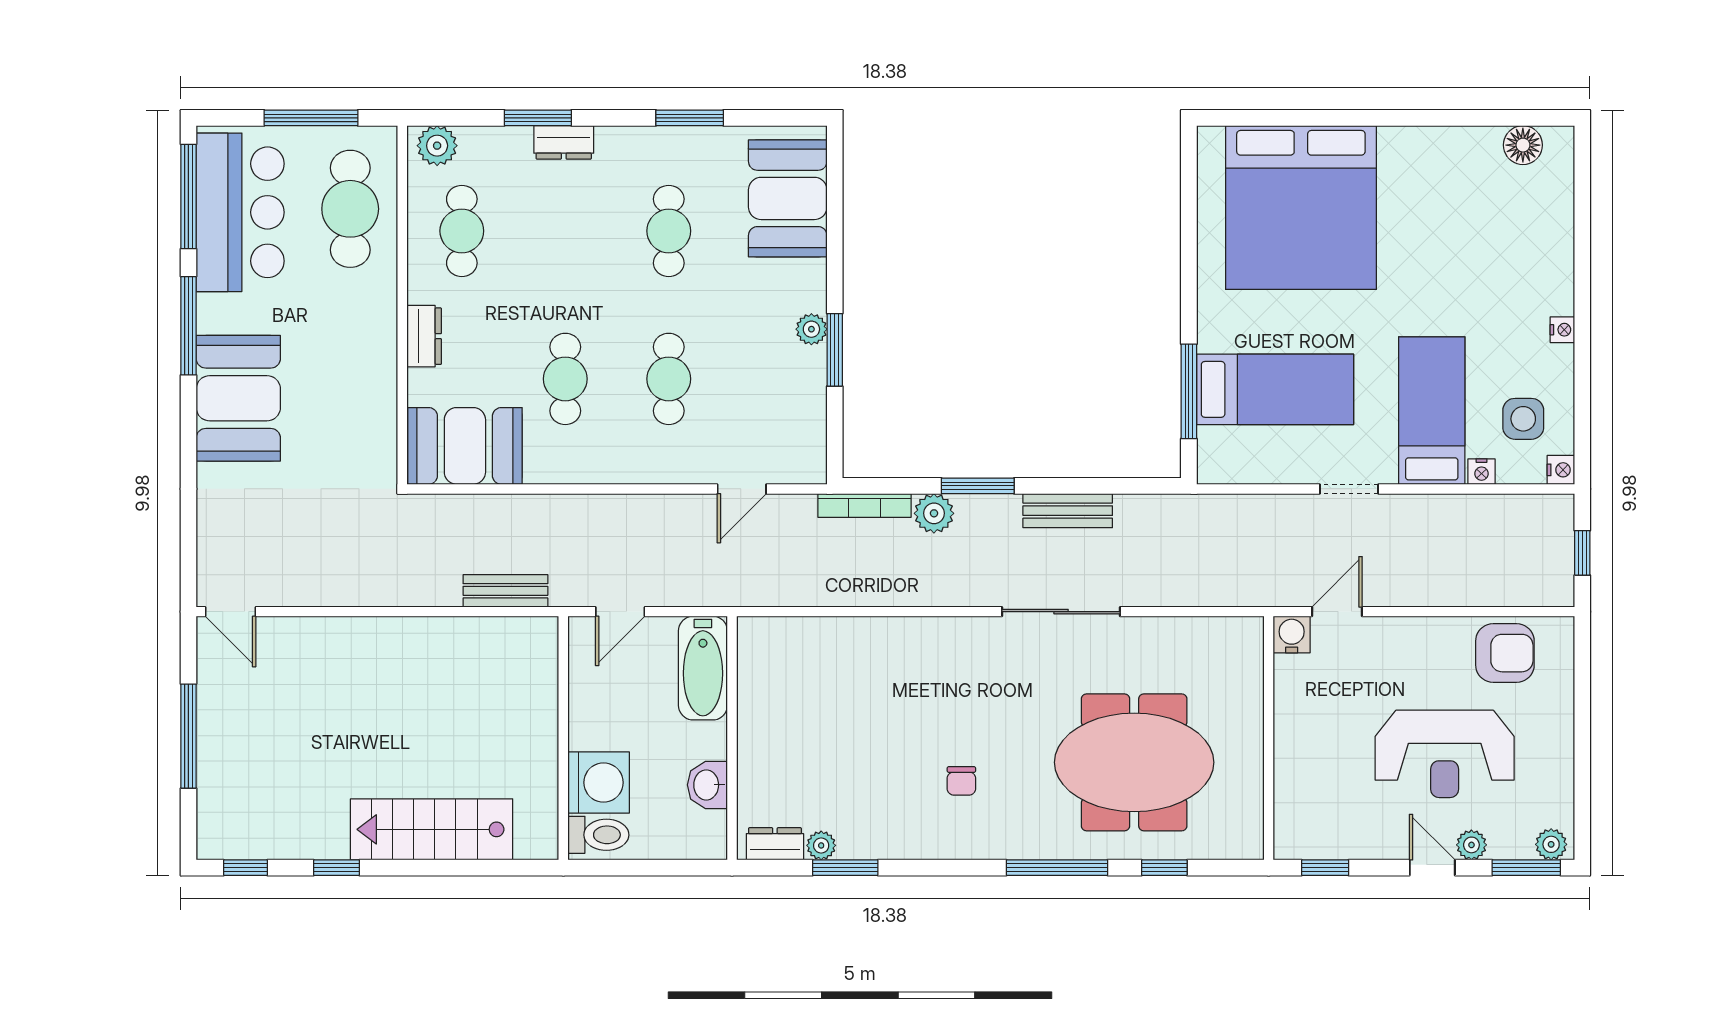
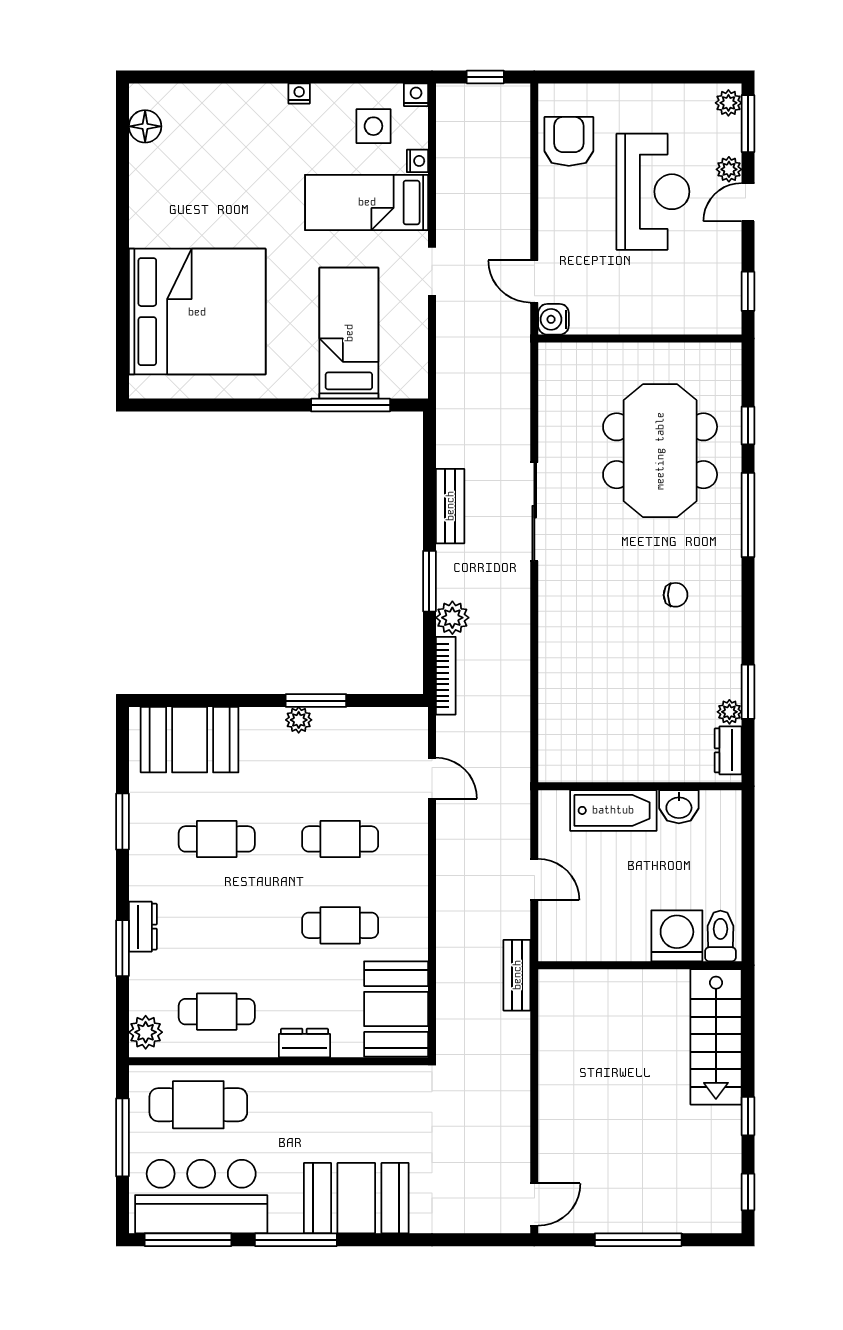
bathtub: (703, 668) -> (613, 810), moved
wall: (563, 738) -> (640, 965), moved
washing machine: (599, 783) -> (677, 936), moved
toilet: (598, 835) -> (720, 936), moved

